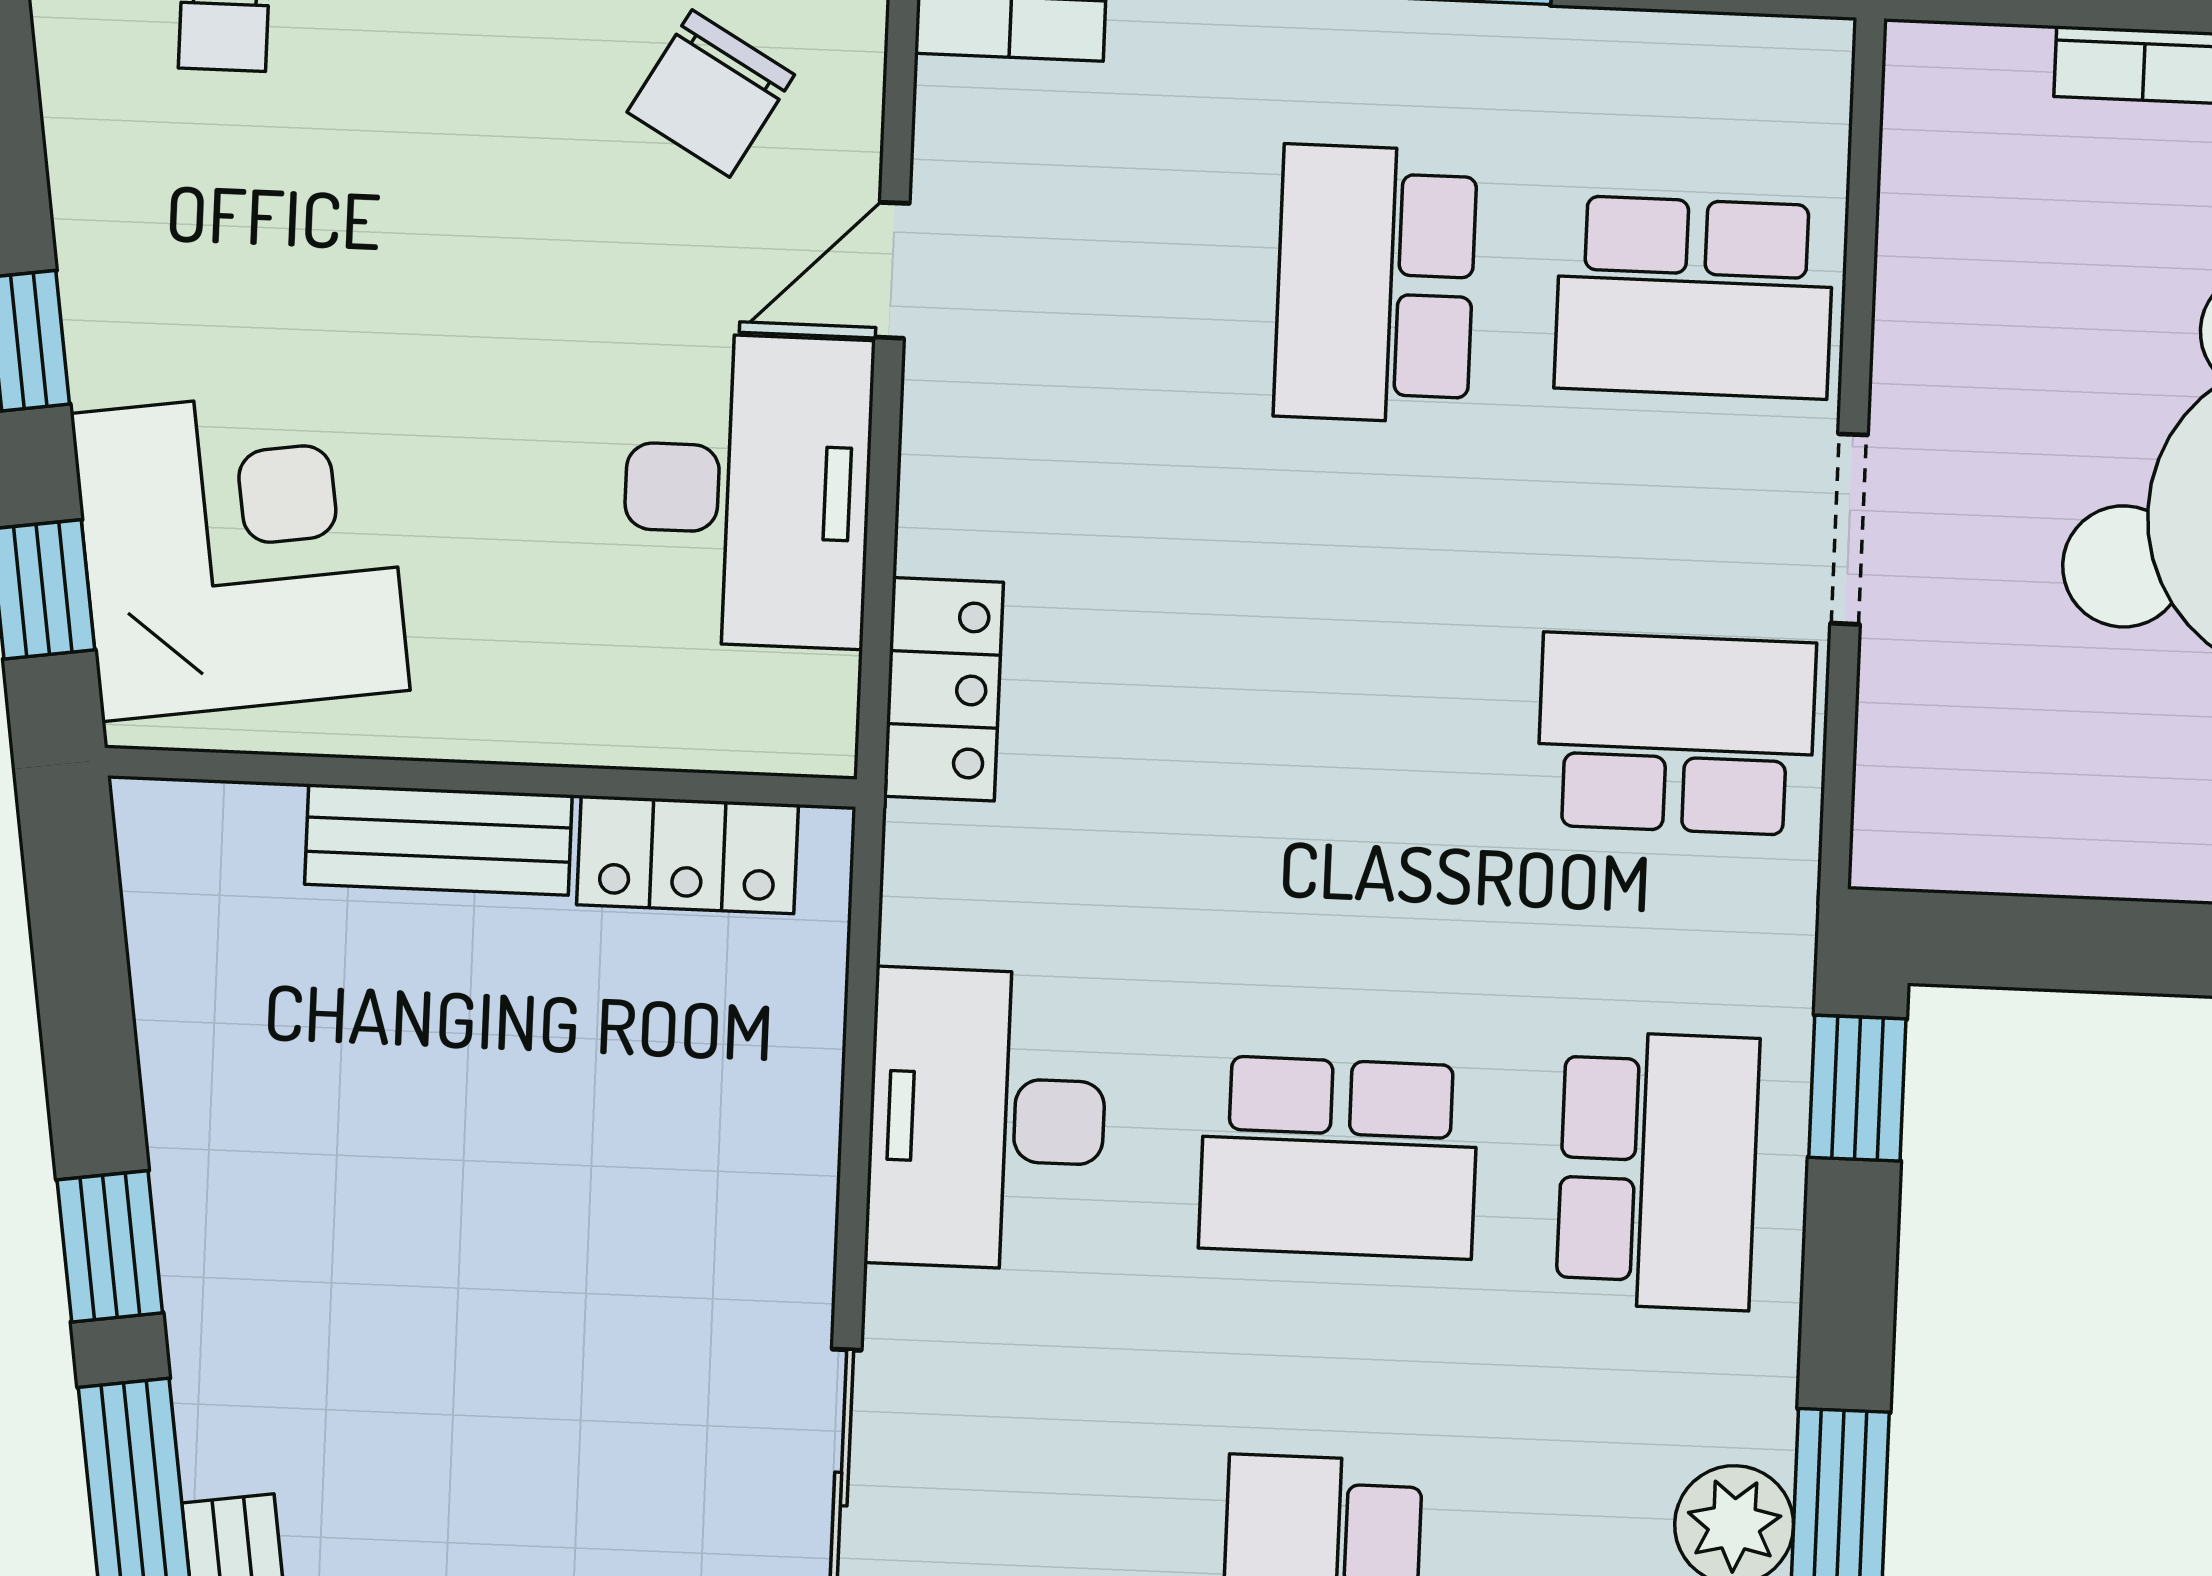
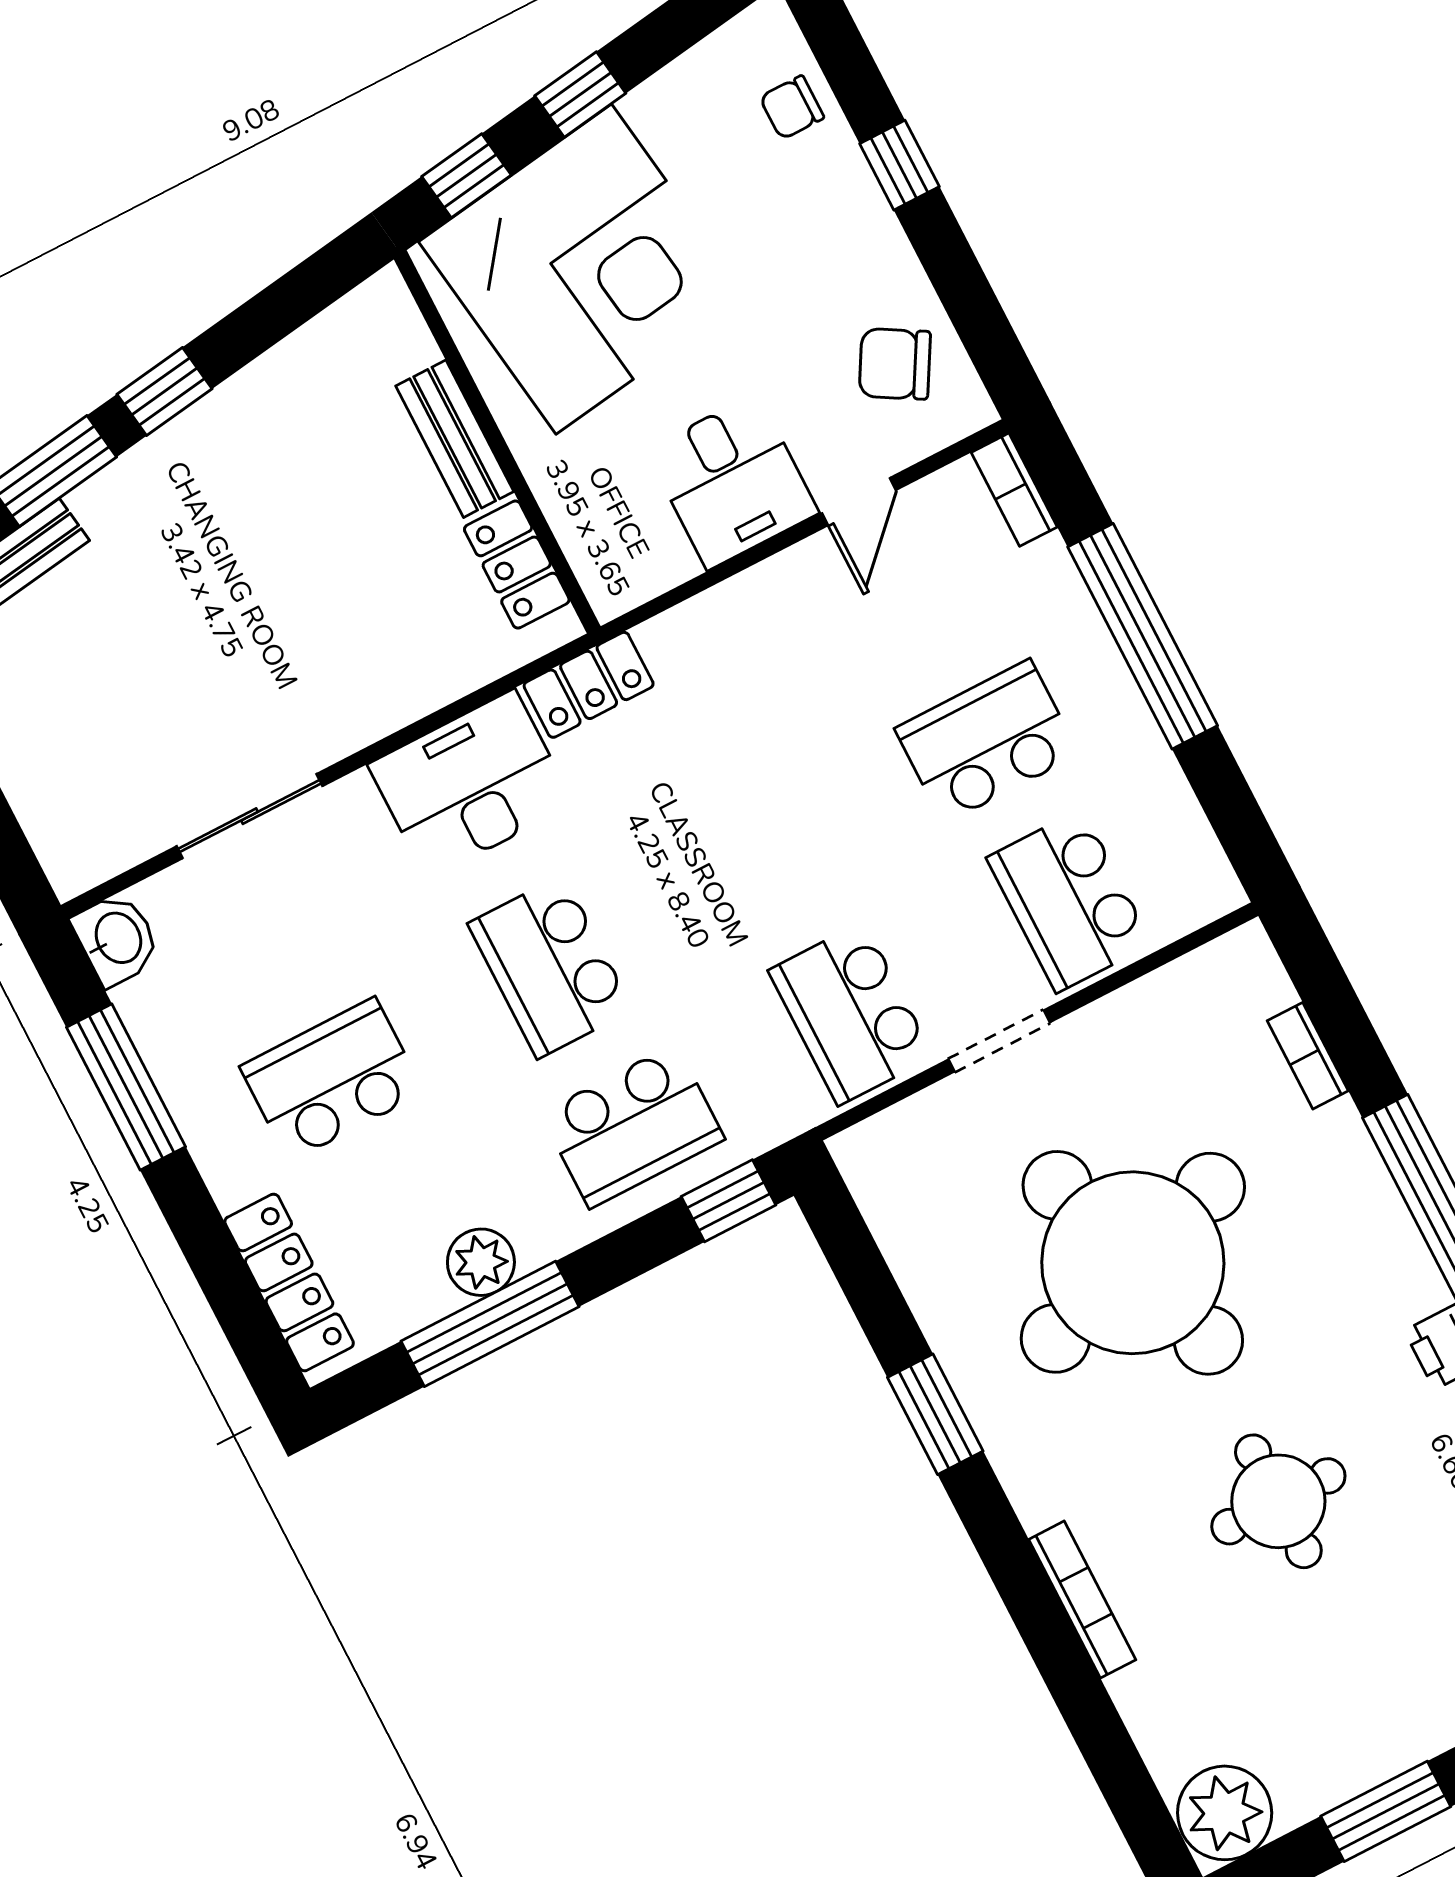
door: (892, 270) -> (859, 502), swing flipped
desk: (747, 490) -> (732, 481), width x0.73
corner desk: (240, 552) -> (584, 269), width x1.36, depth x1.36
locker: (944, 689) -> (589, 685), moved
school desk: (1676, 734) -> (851, 1014), turned 180

